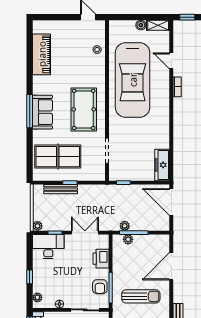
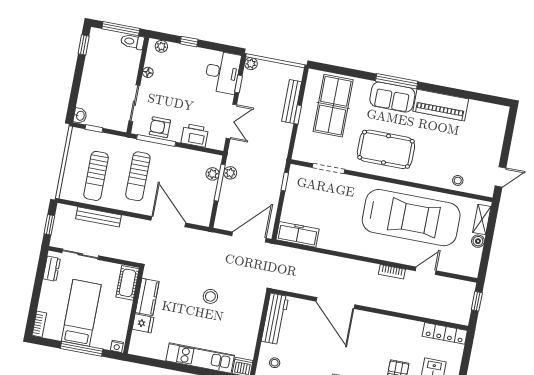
shelving: (158, 25) -> (482, 220), moved
piano: (42, 54) -> (441, 105), moved
car: (133, 80) -> (411, 218), turned 180

